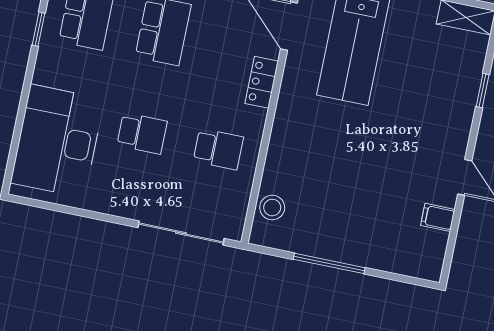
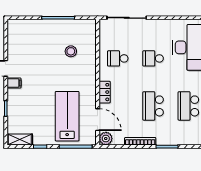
stool: (272, 208) -> (71, 51), moved
filing cabinet: (438, 217) -> (14, 83), moved

